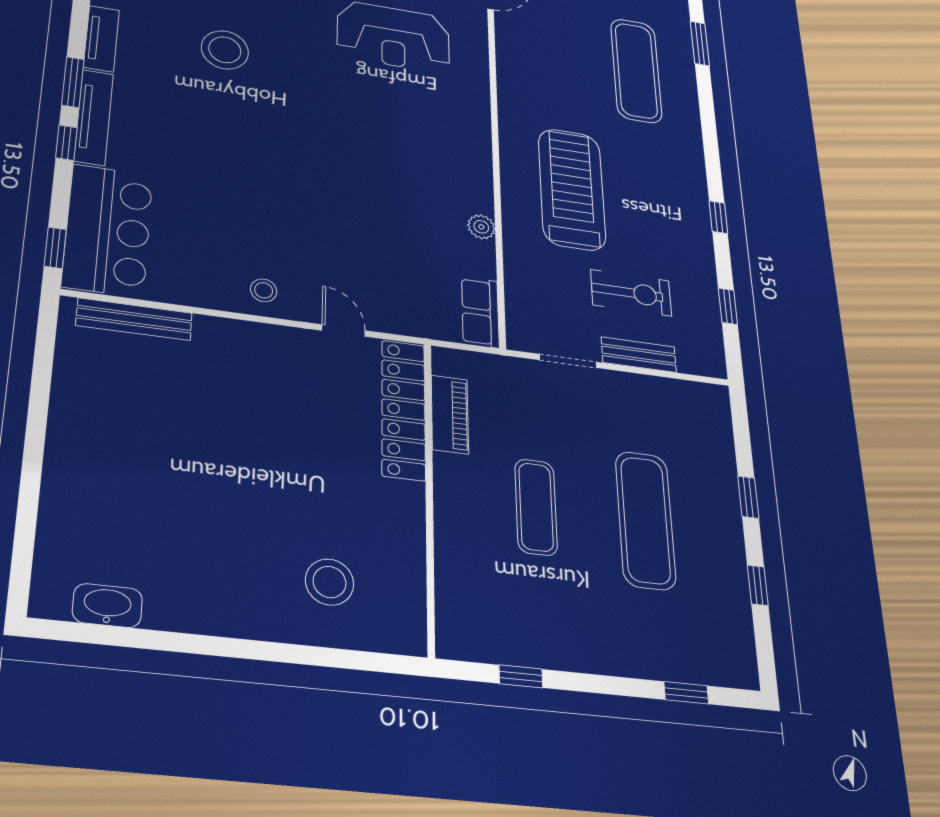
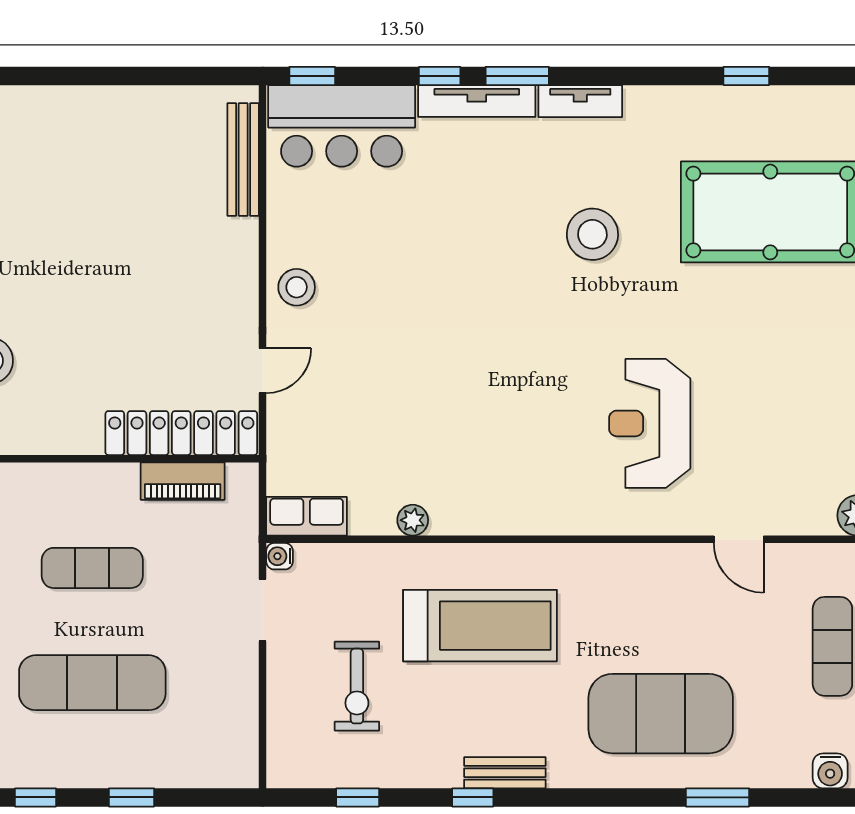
exercise mat: (636, 70) -> (661, 714), width x1.47
stool: (264, 290) -> (297, 287), width x1.37, depth x1.37
water cooler: (518, 340) -> (280, 556), added
bench: (639, 355) -> (505, 773), moved, turned 90

